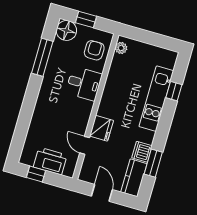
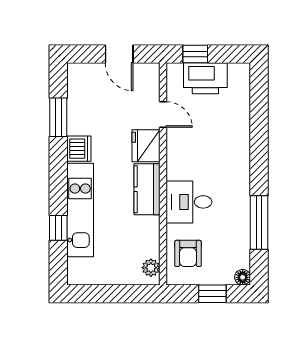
floor lamp: (66, 30) -> (243, 277), width x0.53, depth x0.53
dishwasher: (142, 152) -> (79, 149), moved
window: (36, 174) -> (195, 54), moved
kitchen counter: (134, 178) -> (147, 189), moved, turned 180

